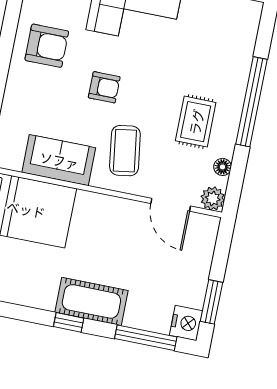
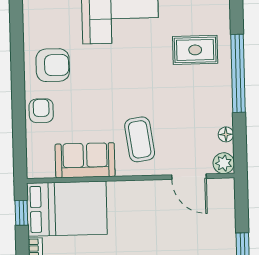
armchair: (104, 87) -> (41, 111), moved, turned -90
rug: (196, 122) -> (195, 50), moved, turned 90

